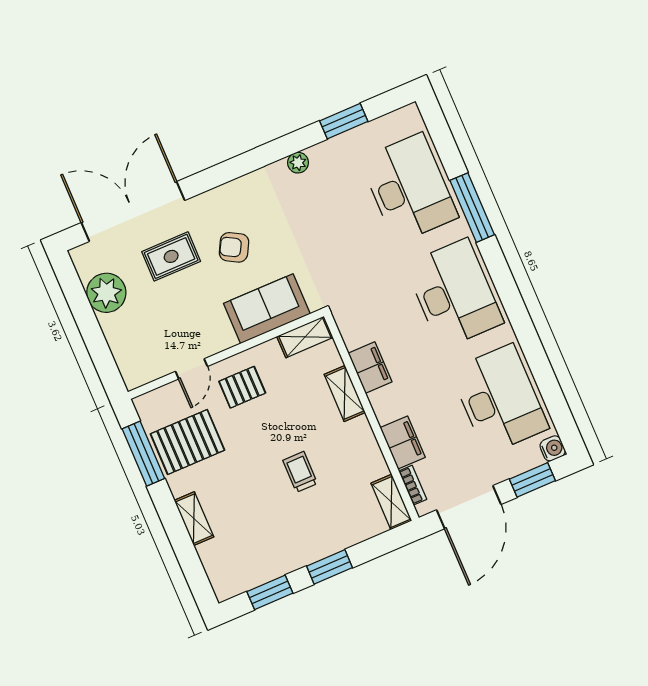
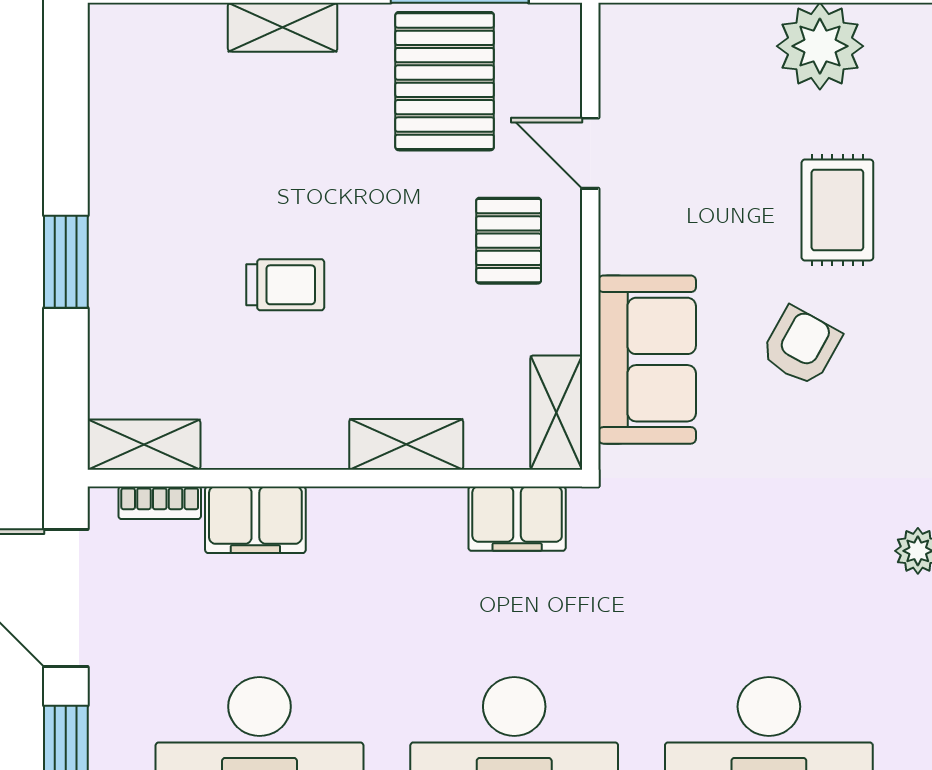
filing cabinet: (370, 368) -> (517, 519), moved
window: (270, 592) -> (66, 118), removed

